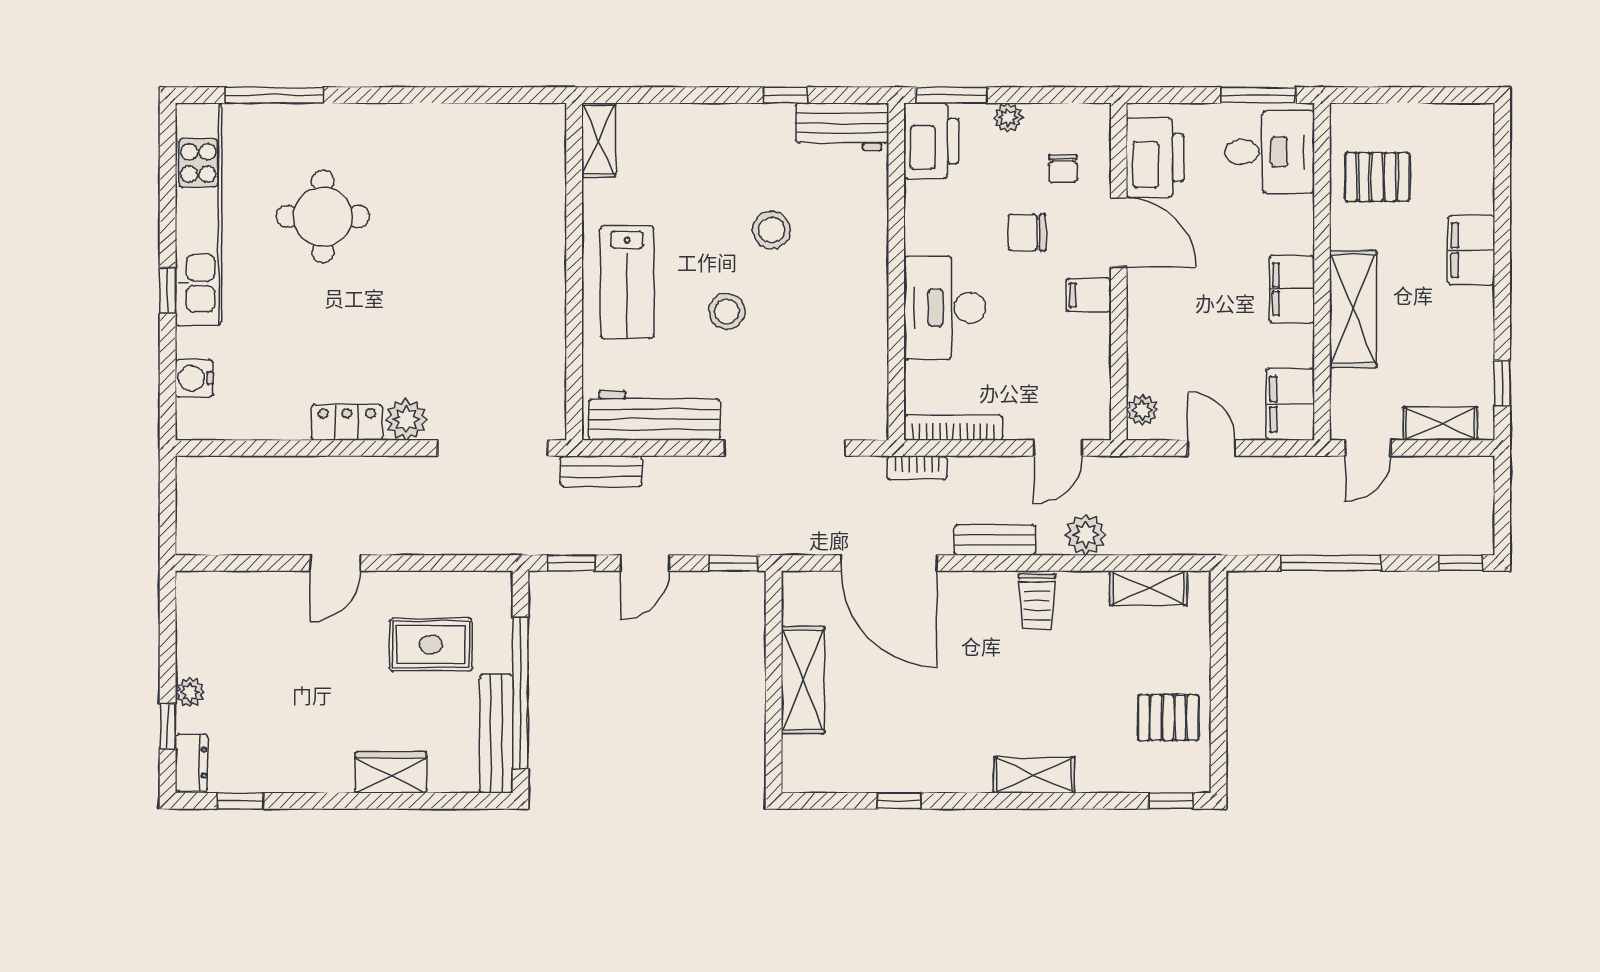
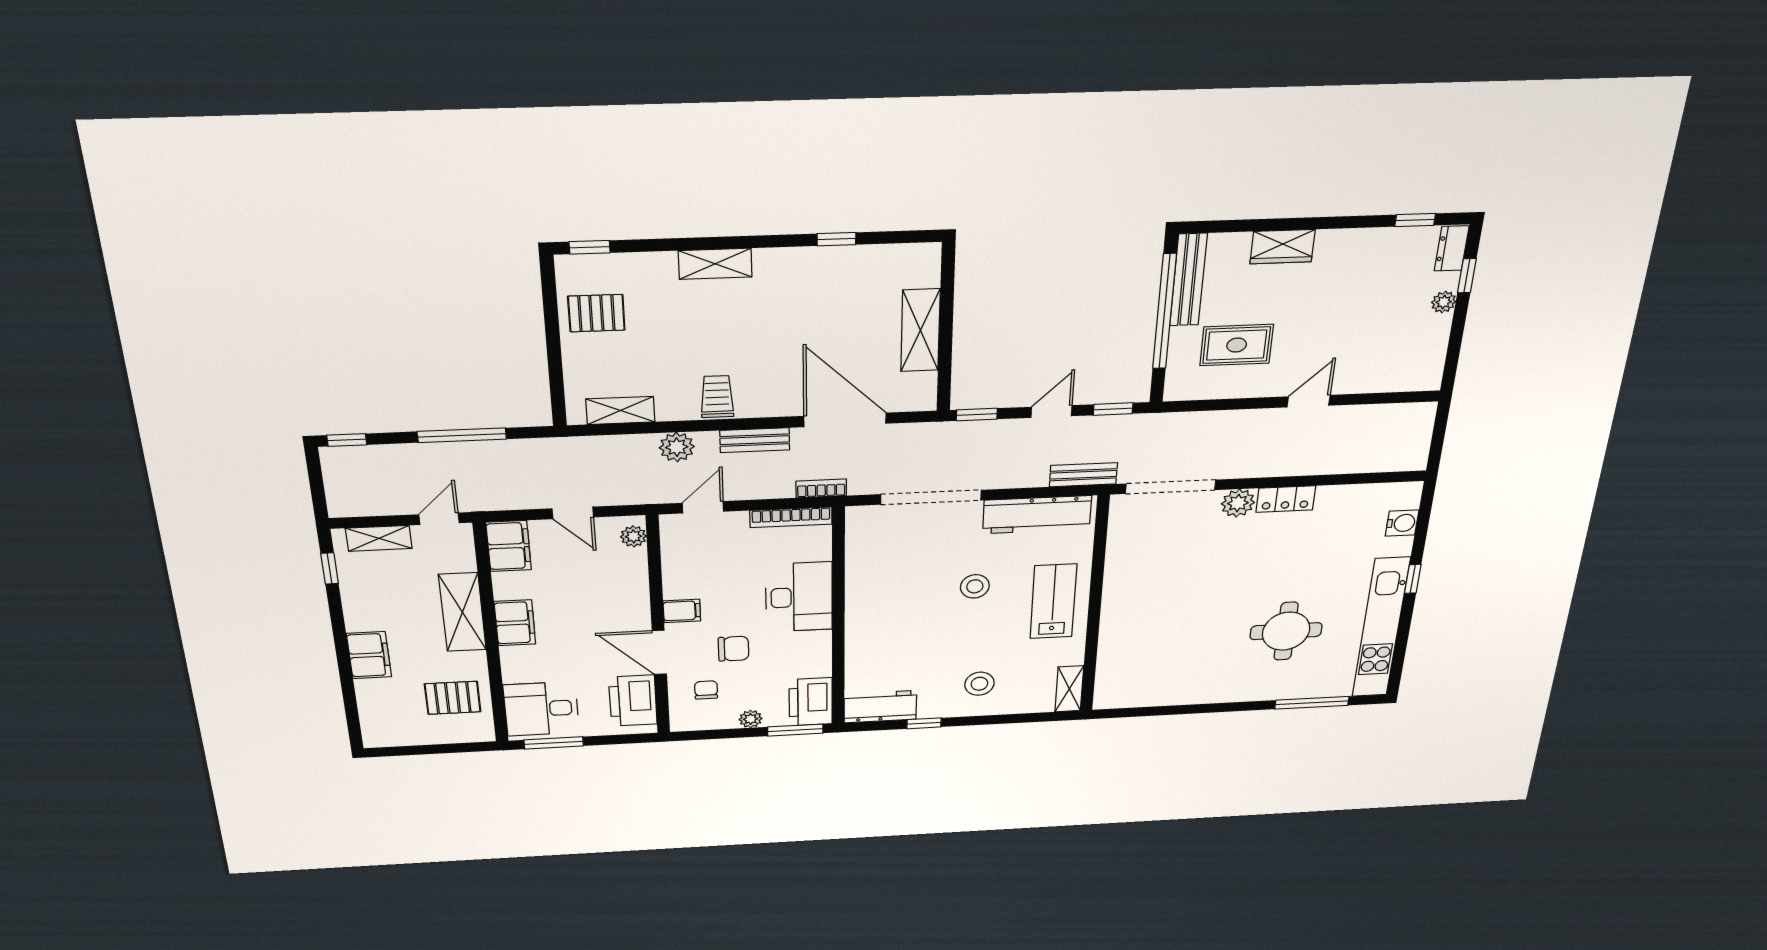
stool: (771, 230) -> (979, 684), moved

